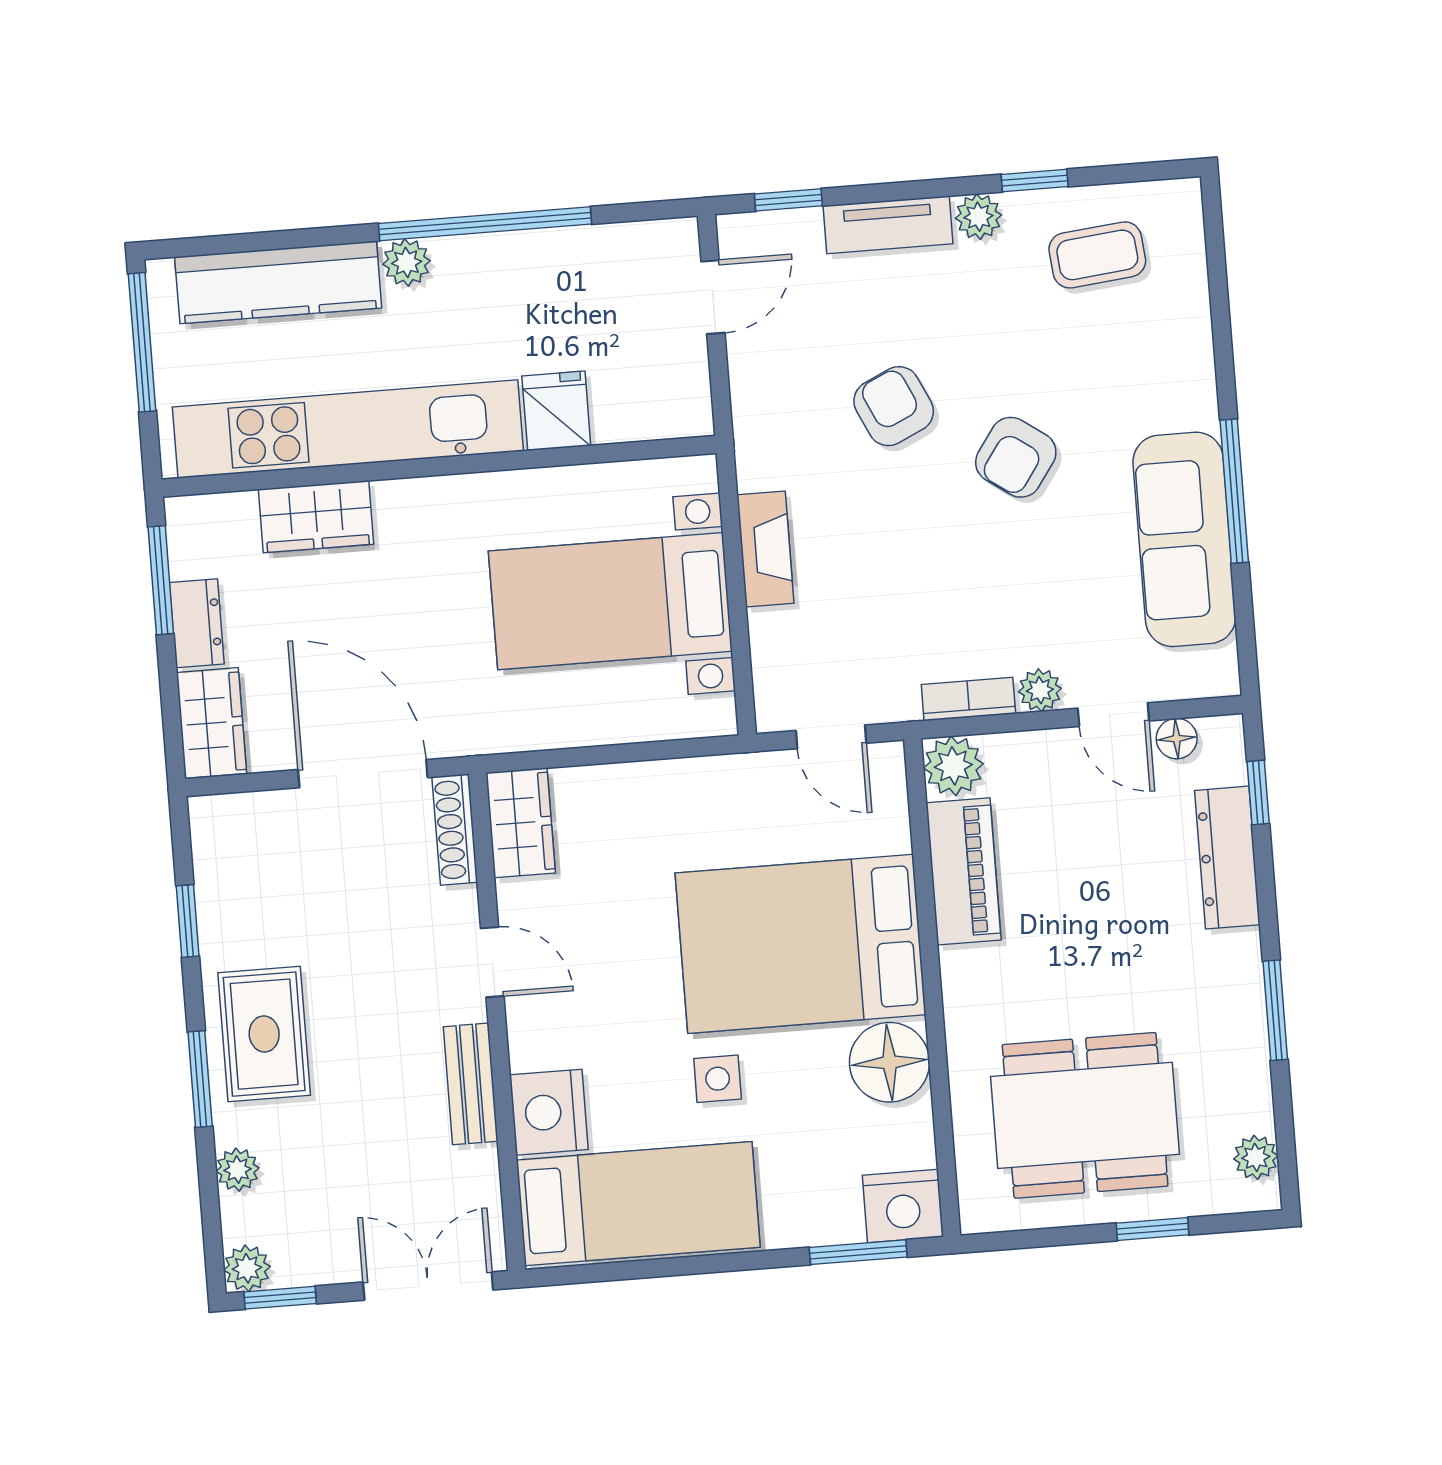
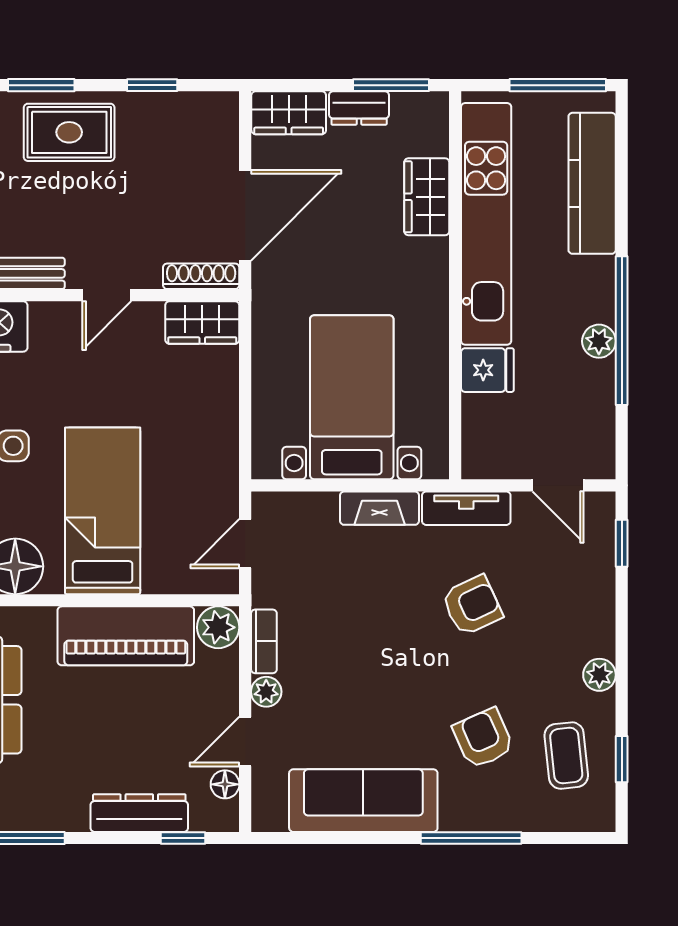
window: (1035, 180) -> (622, 759), moved
tv unit: (888, 225) -> (466, 508), moved, turned -90
plant: (407, 262) -> (599, 341), moved
armchair: (1016, 457) -> (483, 738), moved, turned 31
window: (1234, 491) -> (471, 838), moved
piano: (964, 871) -> (126, 636), width x1.37, depth x1.33
bed: (800, 944) -> (103, 511), width x0.67

